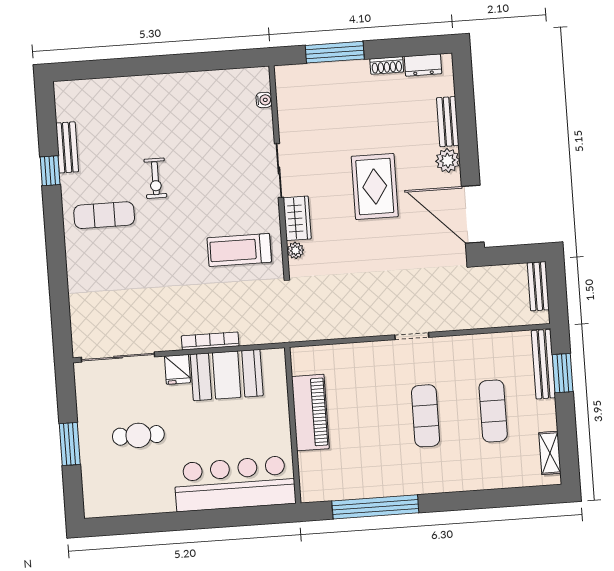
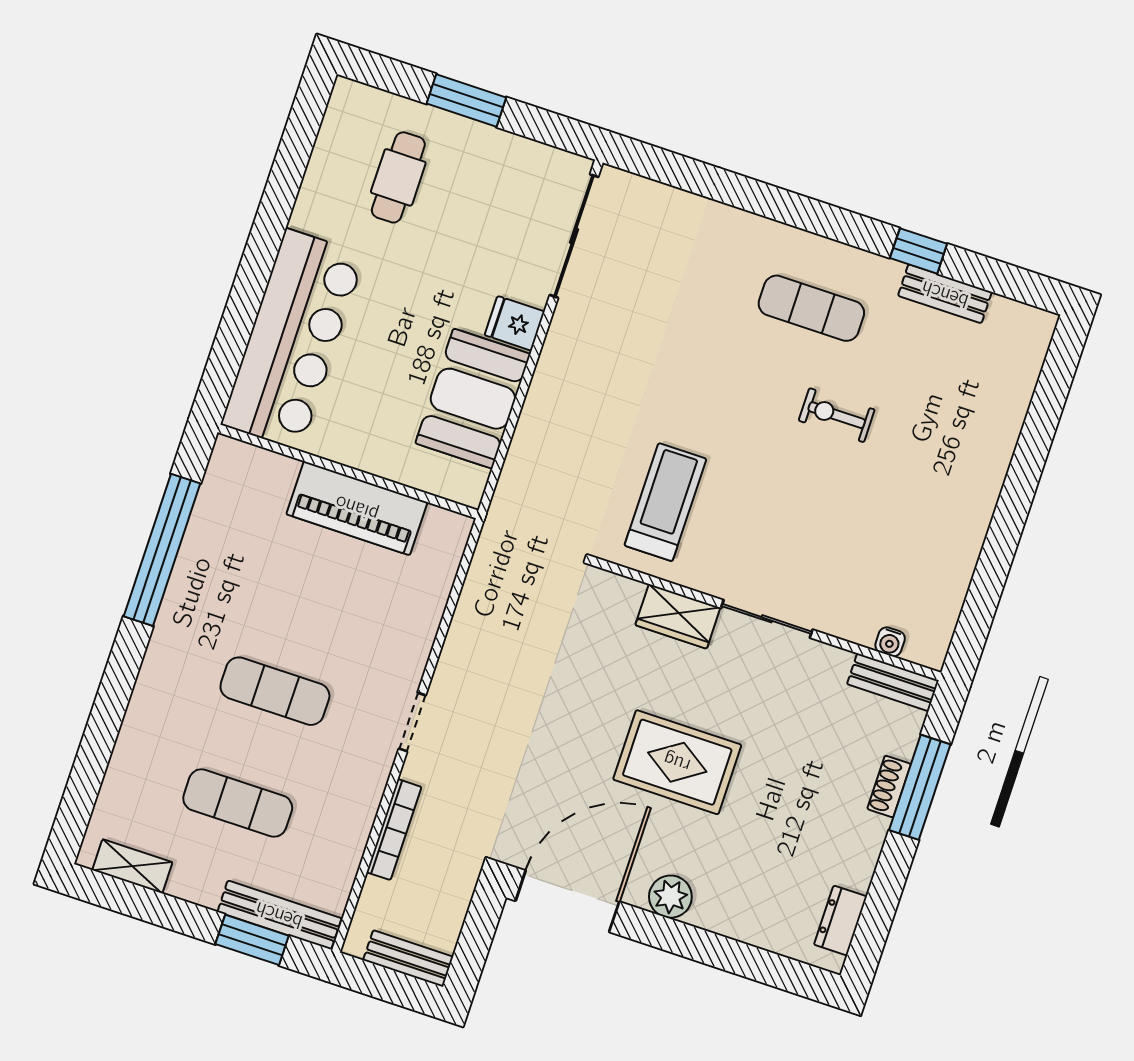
shoe rack: (387, 65) -> (889, 787), moved
bench: (448, 122) -> (893, 682), moved
exercise mat: (104, 215) -> (811, 308), turned 90
plant: (295, 250) -> (627, 592), removed
bookcase: (210, 341) -> (394, 830), moved
cafe table: (138, 435) -> (398, 177), moved

